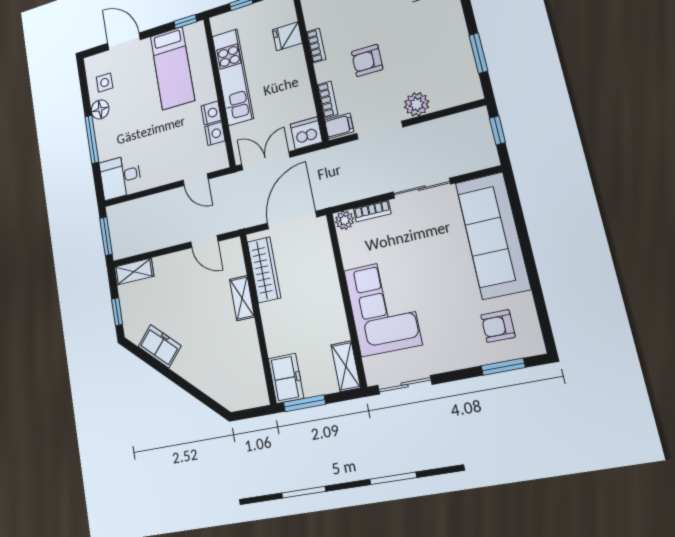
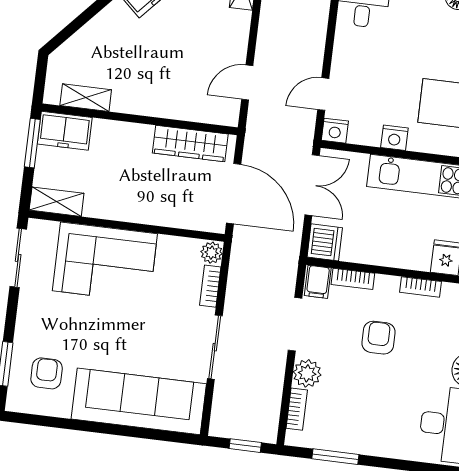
bookcase: (450, 101) -> (297, 409), added
nightstand: (215, 134) -> (335, 131), moved
shelving: (242, 298) -> (86, 98), moved

